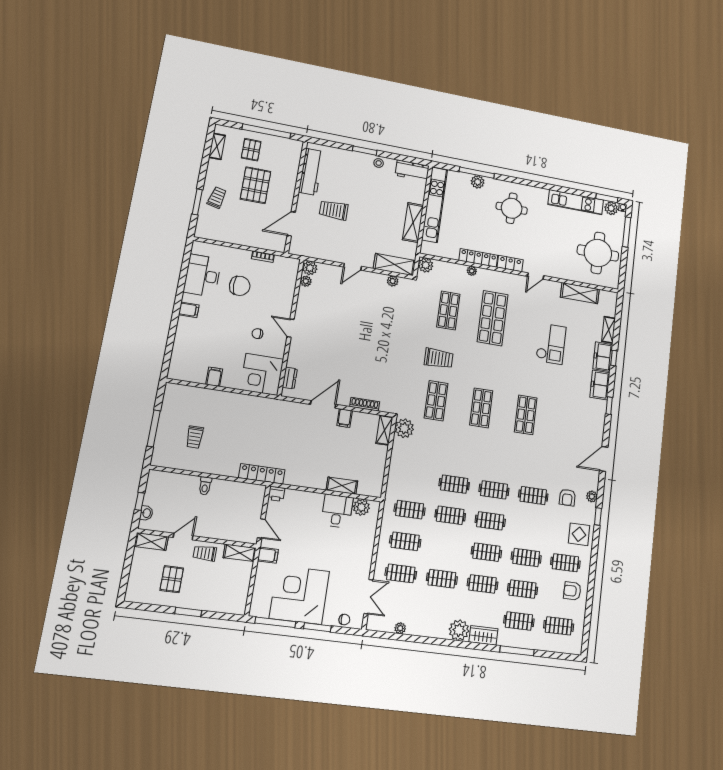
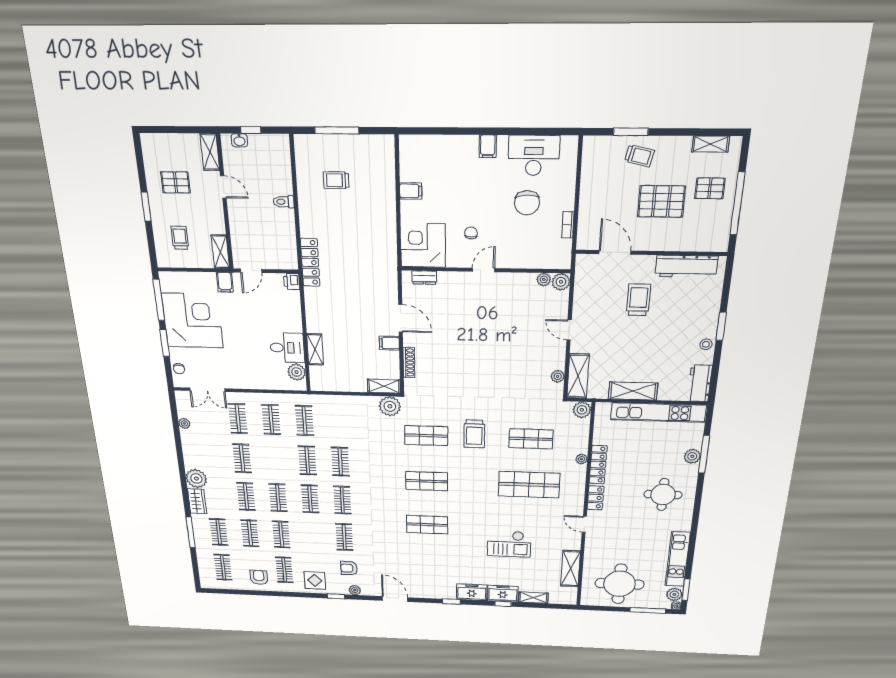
trolley: (205, 553) -> (180, 238), moved

